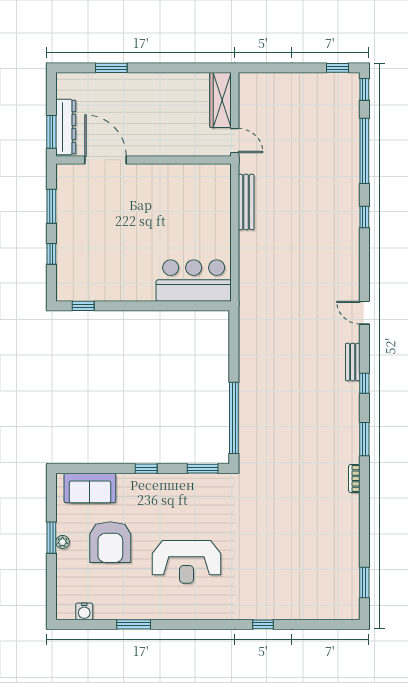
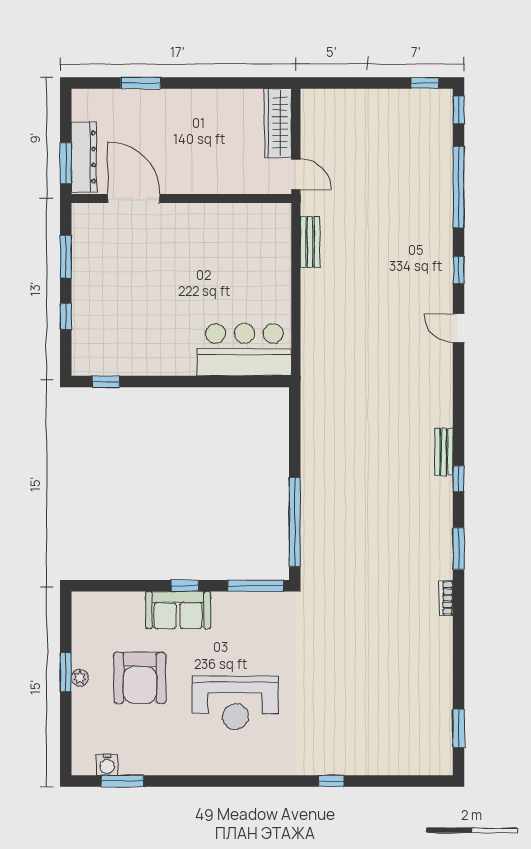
bench: (246, 202) -> (310, 242), width x0.73
door: (364, 313) -> (459, 328), moved
window: (203, 469) -> (256, 586), width x1.44
sofa: (90, 488) -> (178, 610), moved
window: (134, 624) -> (122, 781), moved

